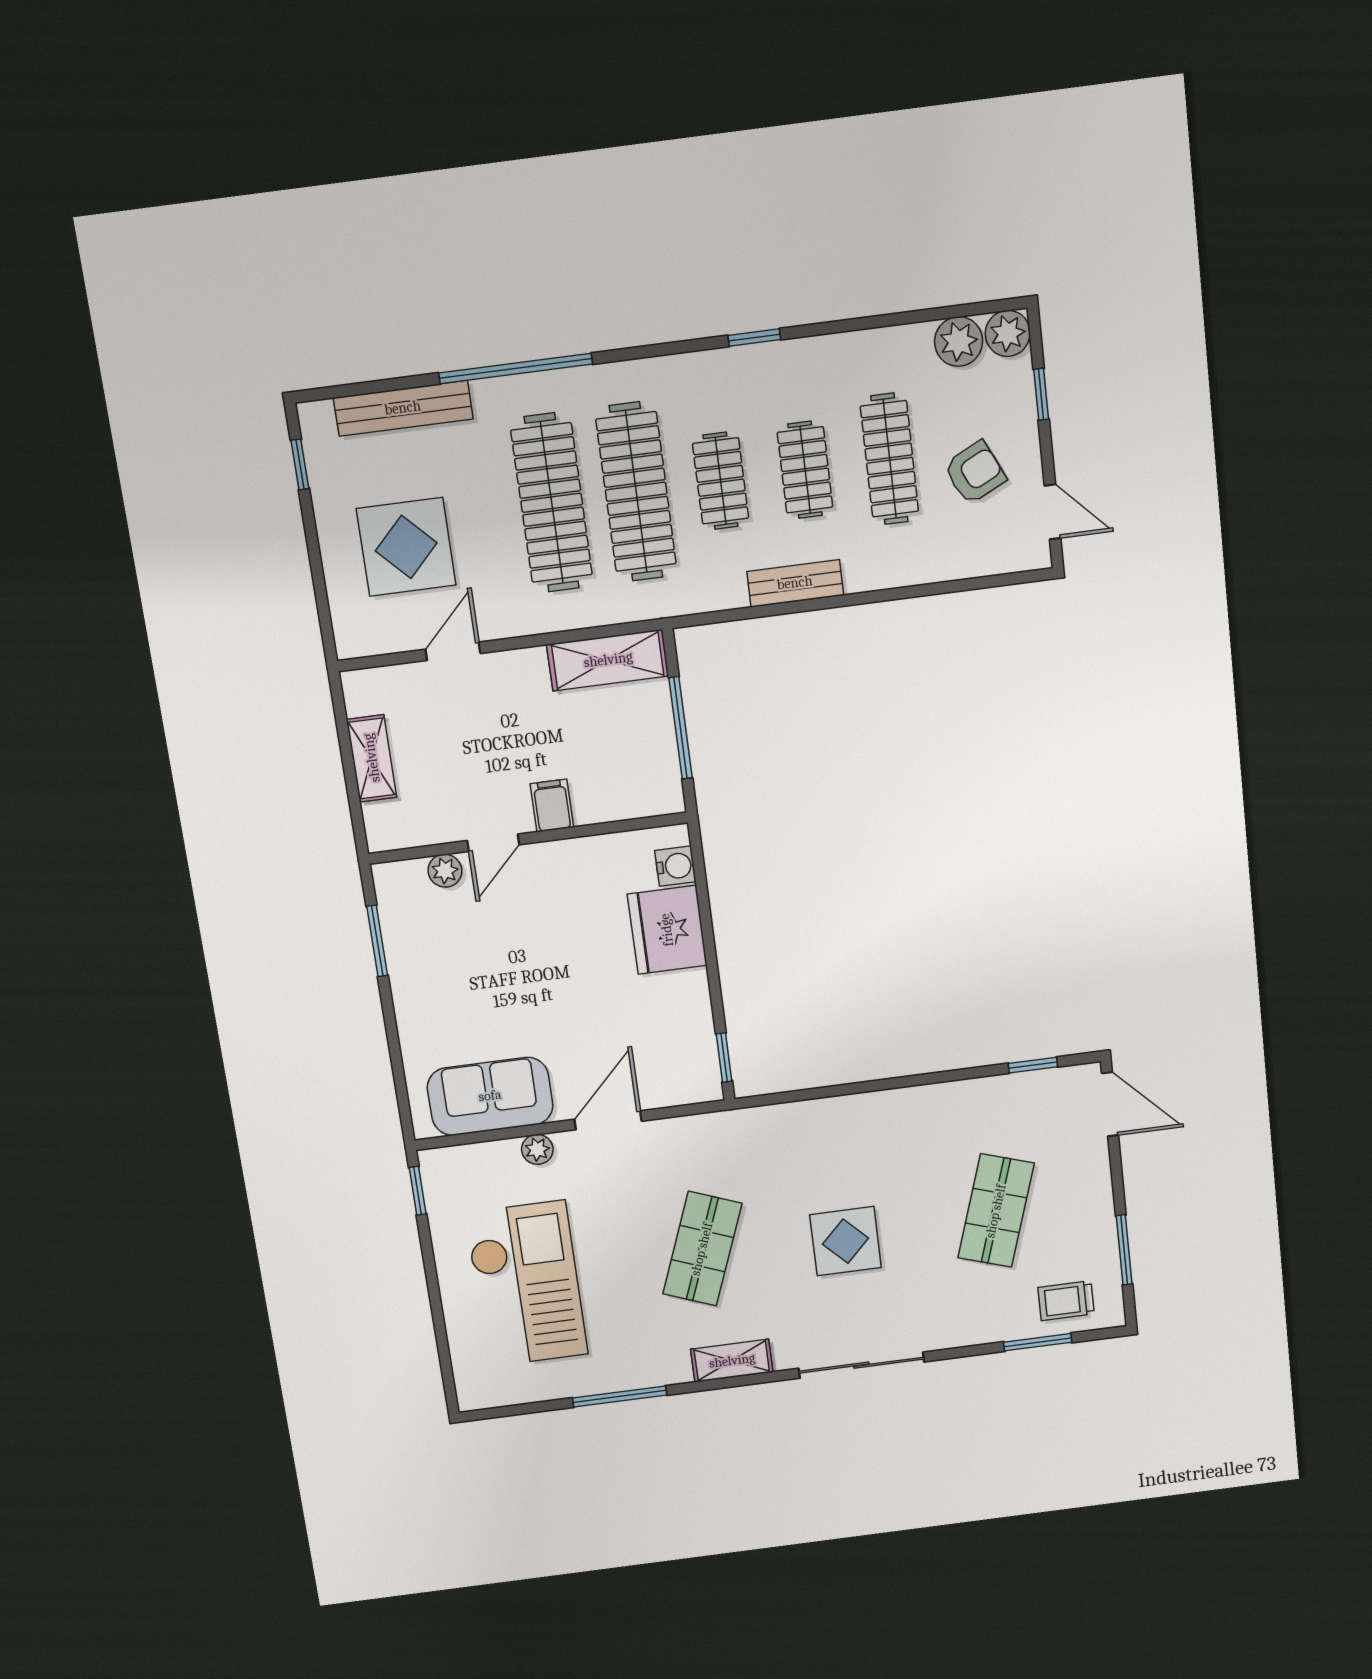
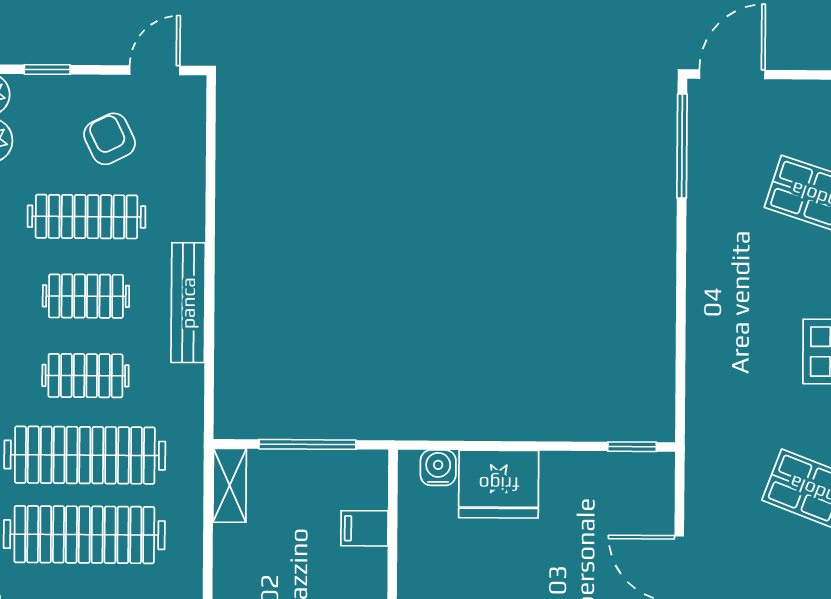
bench: (795, 583) -> (188, 303), width x1.36
shelving: (608, 660) -> (230, 485), width x0.67, depth x0.75
filing cabinet: (552, 805) -> (364, 528), moved
window: (1033, 1065) -> (682, 146), width x2.17

